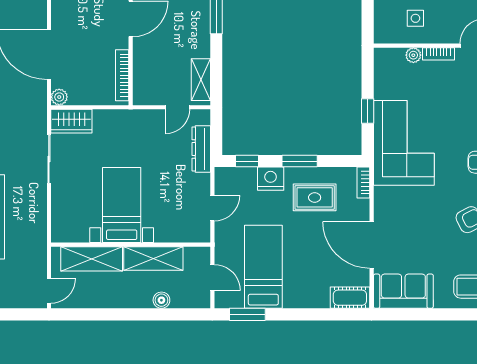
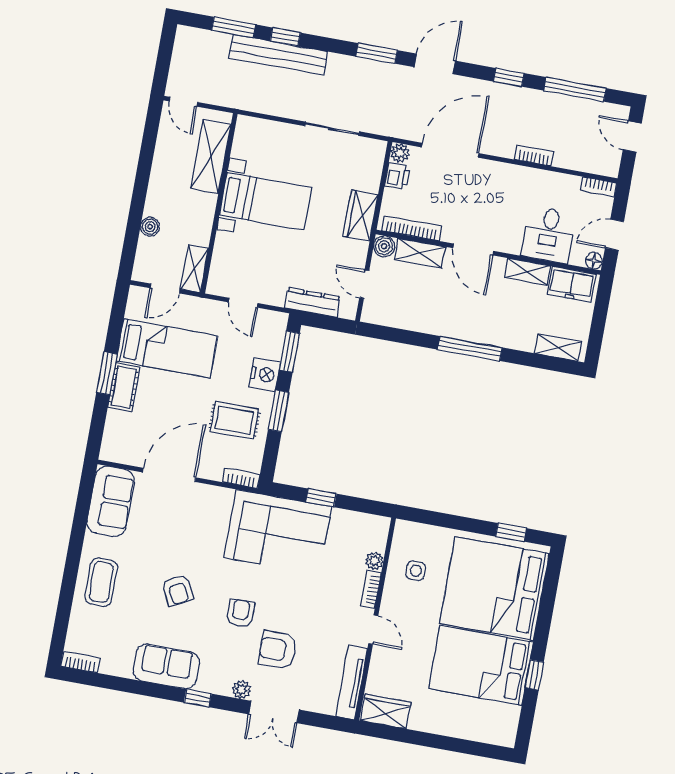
shelving: (201, 80) -> (420, 253), moved
printer: (79, 96) -> (397, 176), added
boiler: (142, 96) -> (384, 246), added
wardrobe: (71, 121) -> (361, 215), moved
window: (247, 161) -> (289, 352), width x1.50
rug: (315, 197) -> (234, 420), turned 90
shelving: (153, 258) -> (194, 269), moved, width x0.67, depth x0.75
cot: (350, 298) -> (124, 387), moved
window: (247, 314) -> (107, 373), moved

